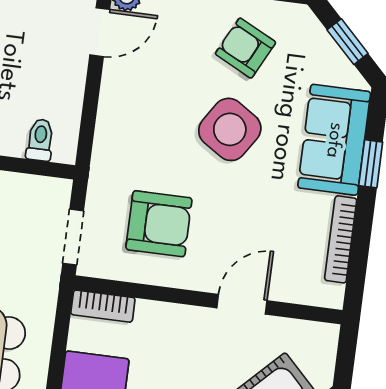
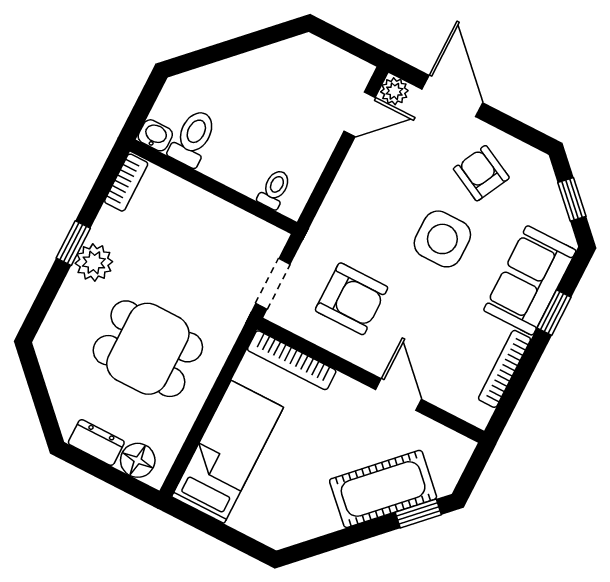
side table: (230, 129) -> (442, 239), turned -33
door: (242, 304) -> (399, 394), hinge flipped
bookcase: (103, 306) -> (292, 360), width x1.56

